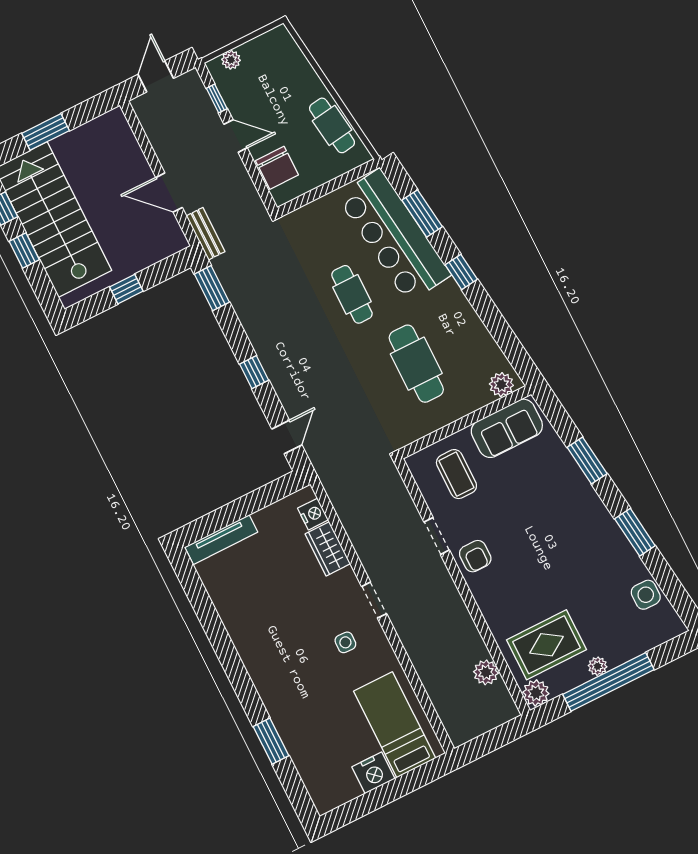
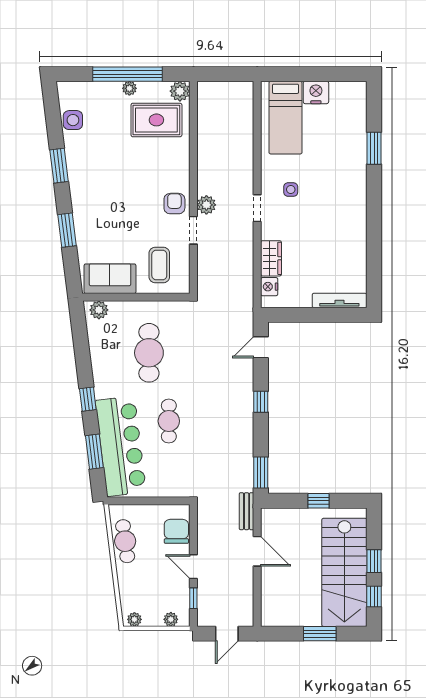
plant: (274, 38) -> (134, 619), added
plant: (486, 672) -> (206, 205), moved

